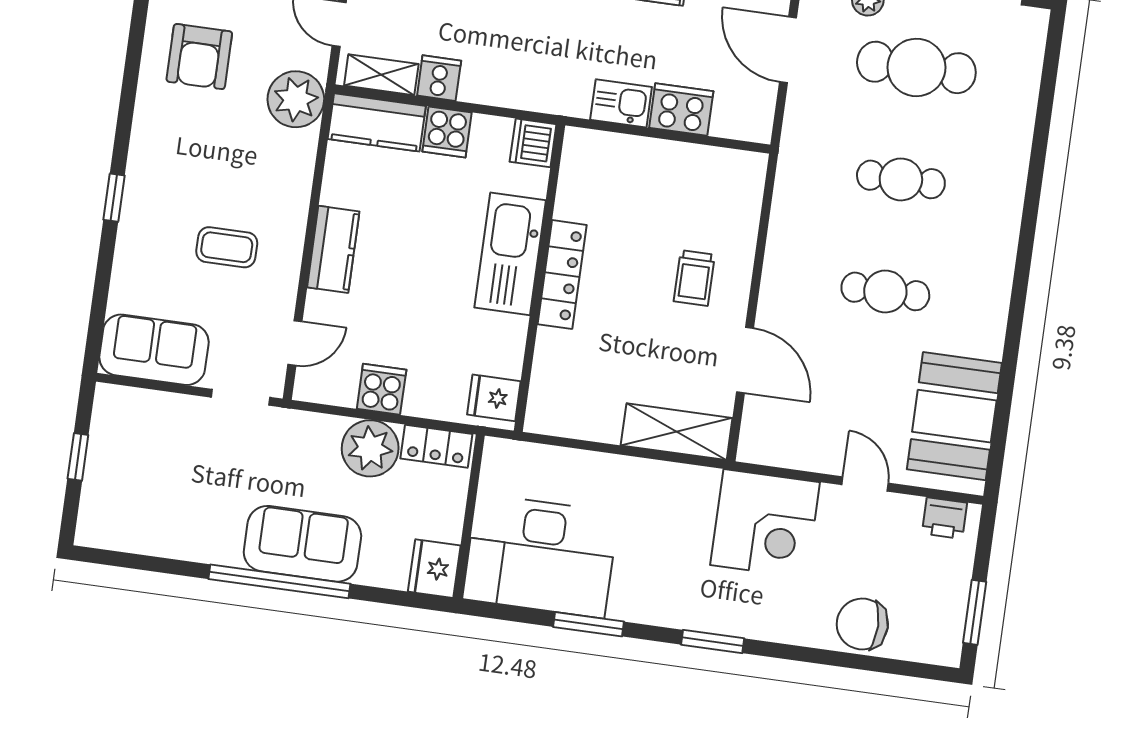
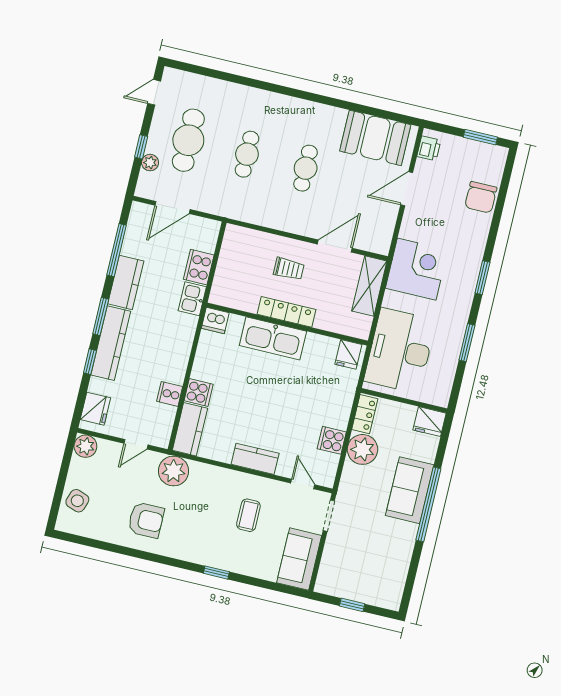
shelving: (381, 75) -> (165, 424), removed
dishwasher: (533, 143) -> (215, 321), moved
kitchen sink: (510, 254) -> (273, 338), moved
locker: (562, 275) -> (287, 312), moved
wall: (540, 278) -> (287, 324), moved
fridge: (494, 398) -> (348, 354), moved
door: (865, 484) -> (407, 189), width x1.38
corner desk: (765, 524) -> (417, 269), moved
desk: (540, 556) -> (400, 351), moved, turned 180

